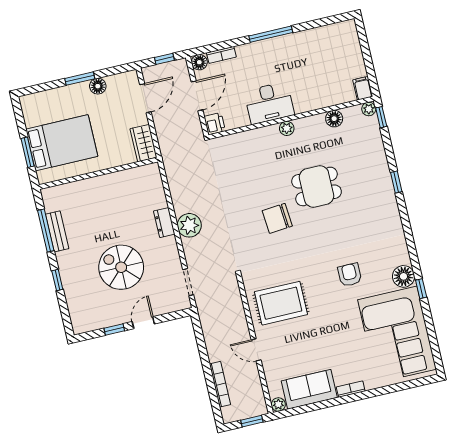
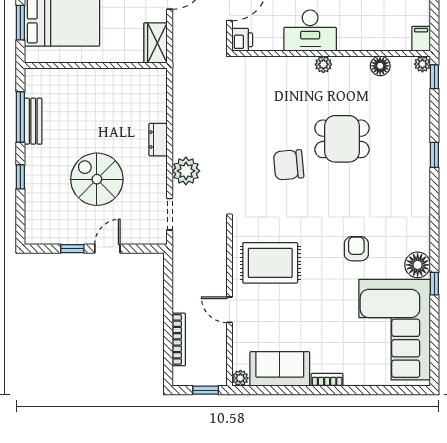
plant: (189, 225) -> (186, 171), moved

